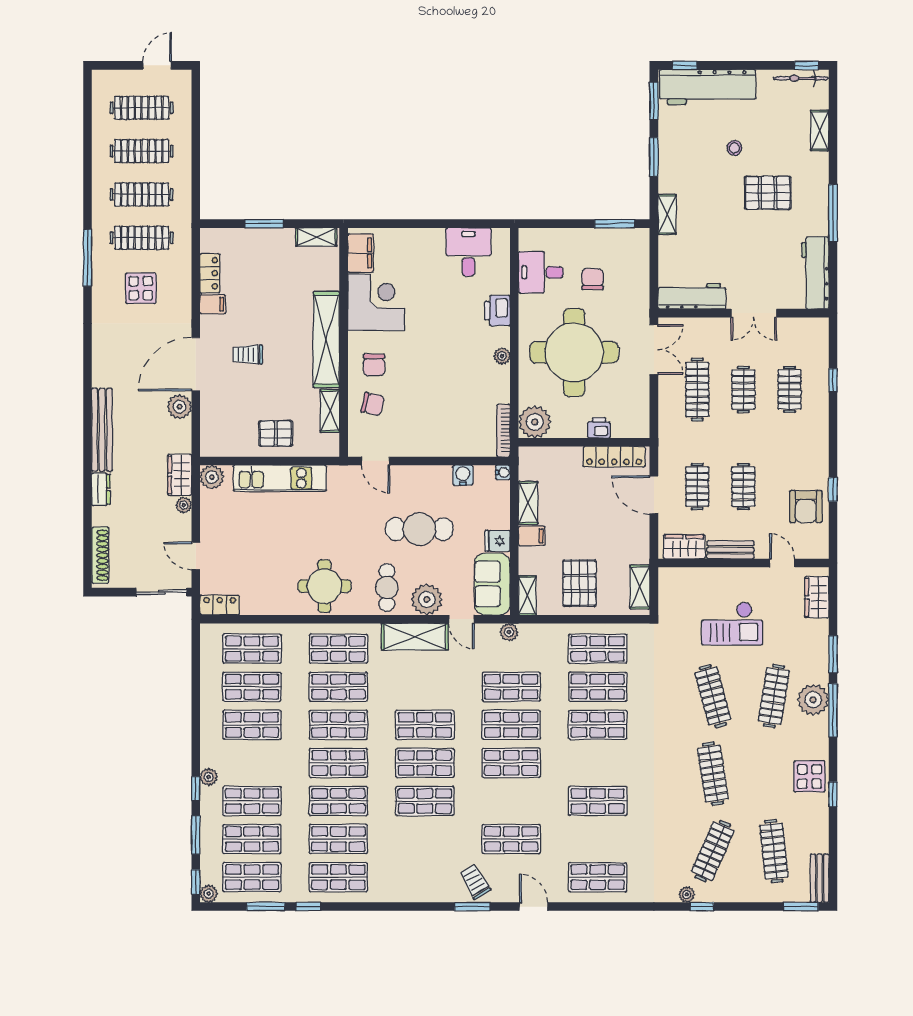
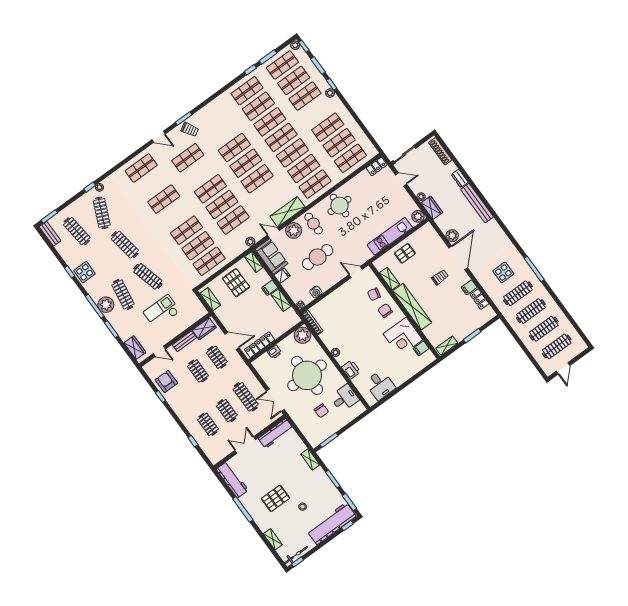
filing cabinet: (361, 253) -> (421, 348), width x0.50

